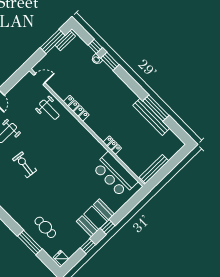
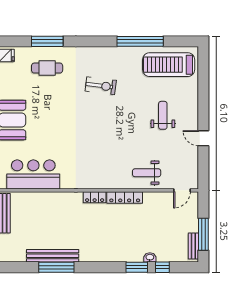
locker: (112, 145) -> (95, 197), moved
exercise bike: (24, 165) -> (101, 86), moved

